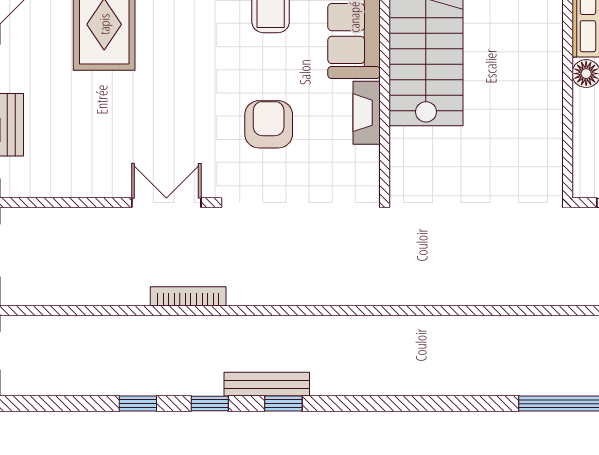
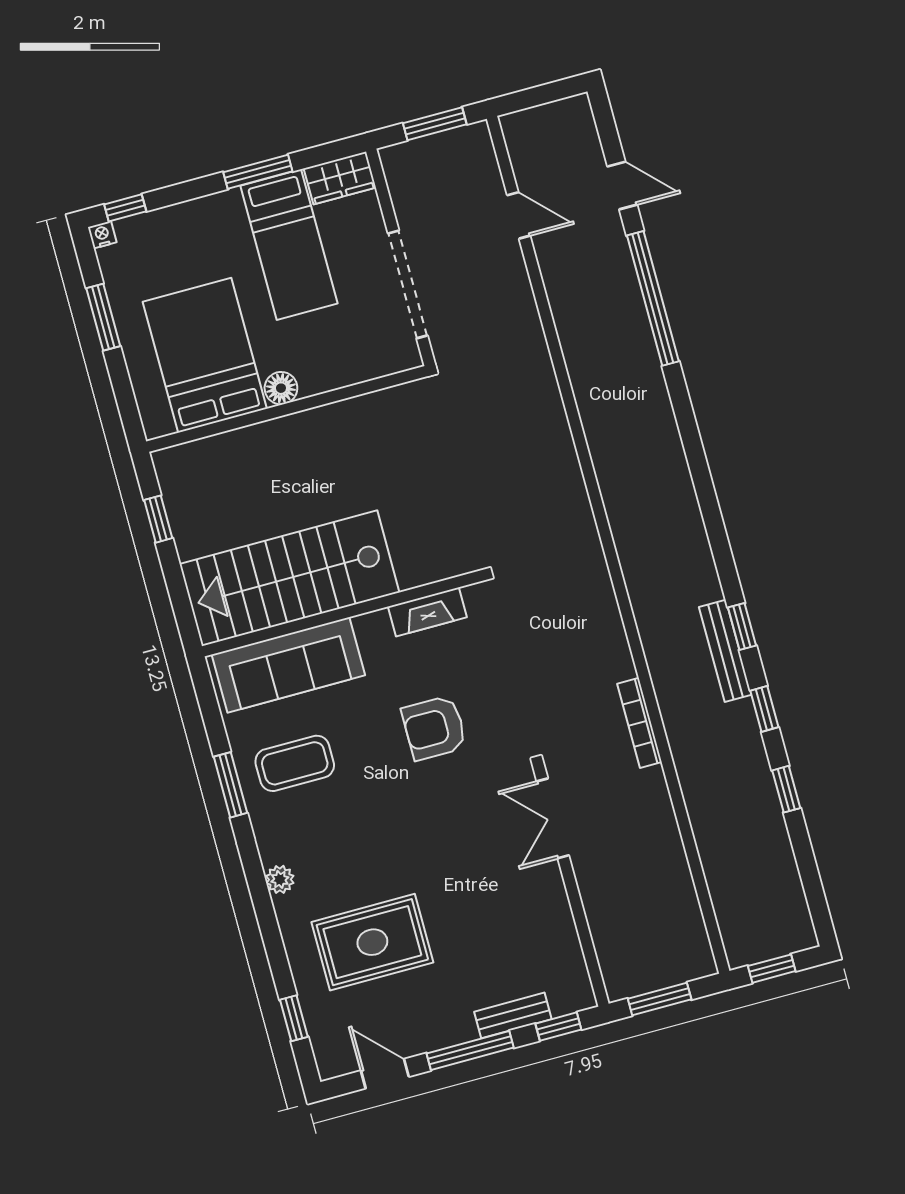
fireplace: (367, 113) -> (427, 612), moved
bookcase: (188, 296) -> (640, 723), moved

